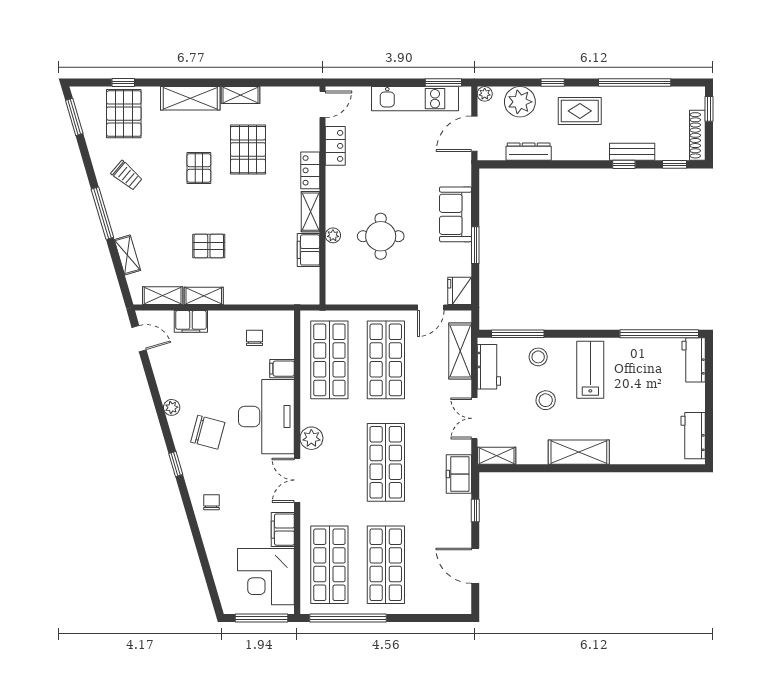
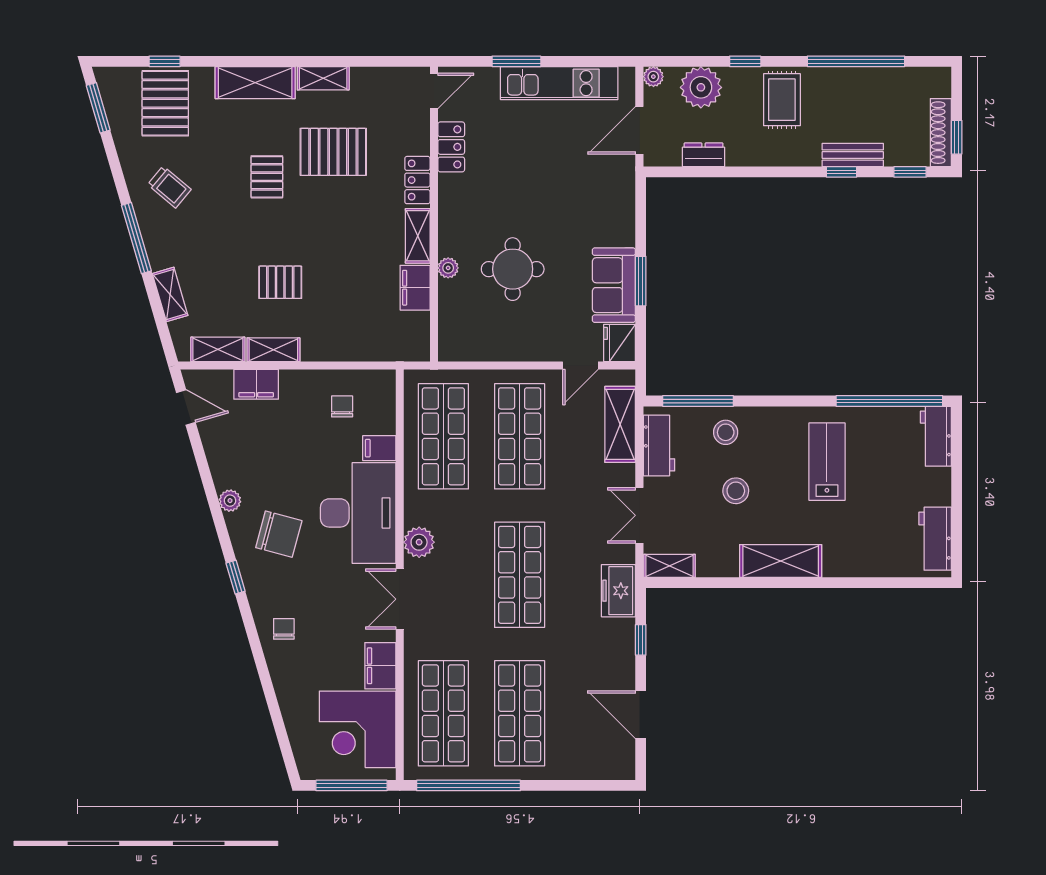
window: (443, 83) -> (516, 61), moved
window: (709, 109) -> (957, 137), moved
rug: (580, 111) -> (782, 100), turned 90
pallet: (248, 150) -> (333, 152), turned 90
dresser: (529, 152) -> (704, 155), width x0.70
sofa: (456, 214) -> (614, 285), moved
lab bench: (590, 370) -> (827, 462), moved

